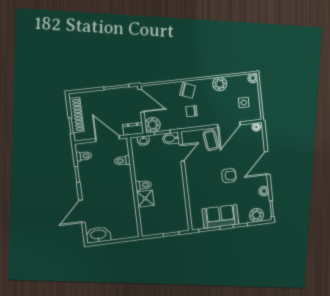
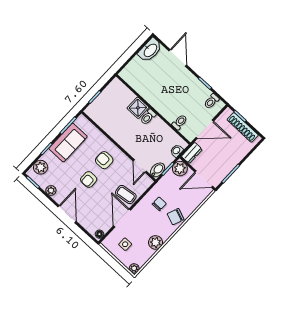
armchair: (205, 180) -> (104, 160), added

